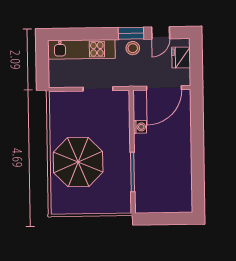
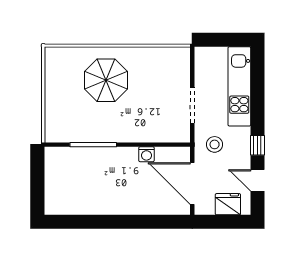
window: (131, 33) -> (257, 145), width x0.67
stool: (133, 48) -> (215, 144), moved
parasol: (78, 162) -> (106, 80), width x0.73, depth x0.73

